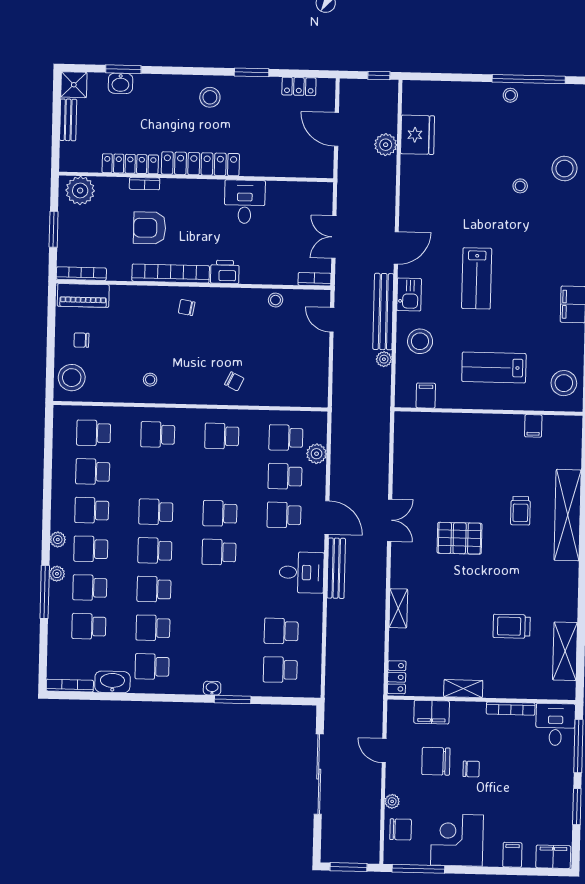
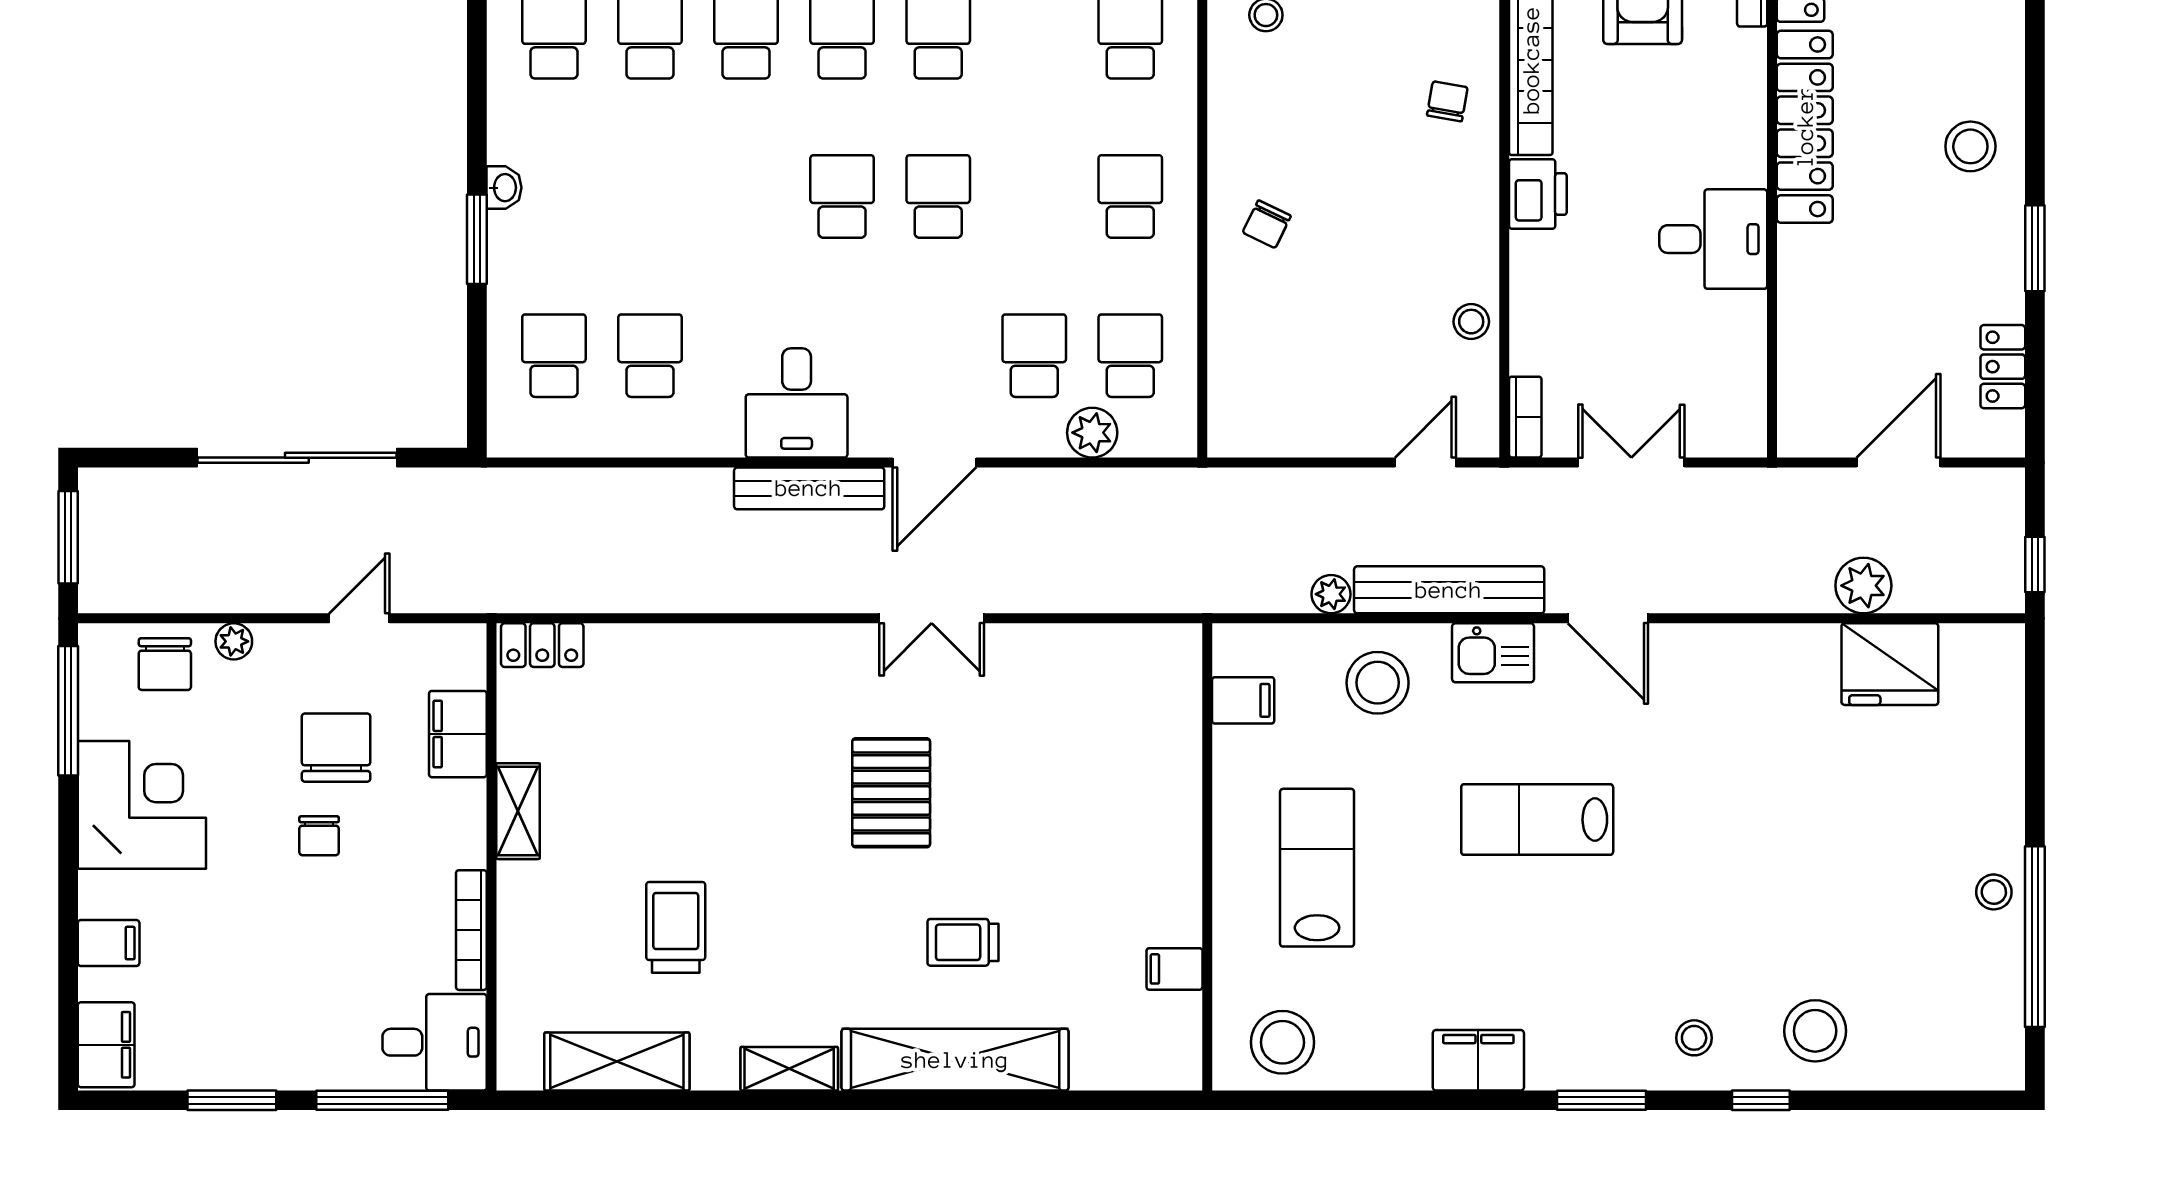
stool: (520, 186) -> (1694, 1038), moved
school desk: (284, 515) -> (938, 356), removed
shelving: (398, 608) -> (789, 1069), moved

